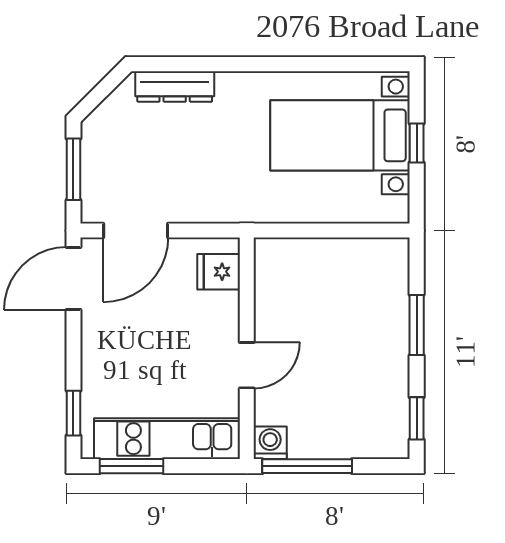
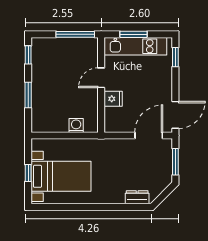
dresser: (175, 86) -> (137, 197), width x0.70
fridge: (219, 272) -> (113, 99), moved
washing machine: (270, 443) -> (76, 126), moved, turned 180
window: (131, 466) -> (134, 34), moved

